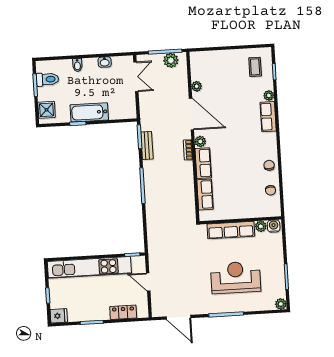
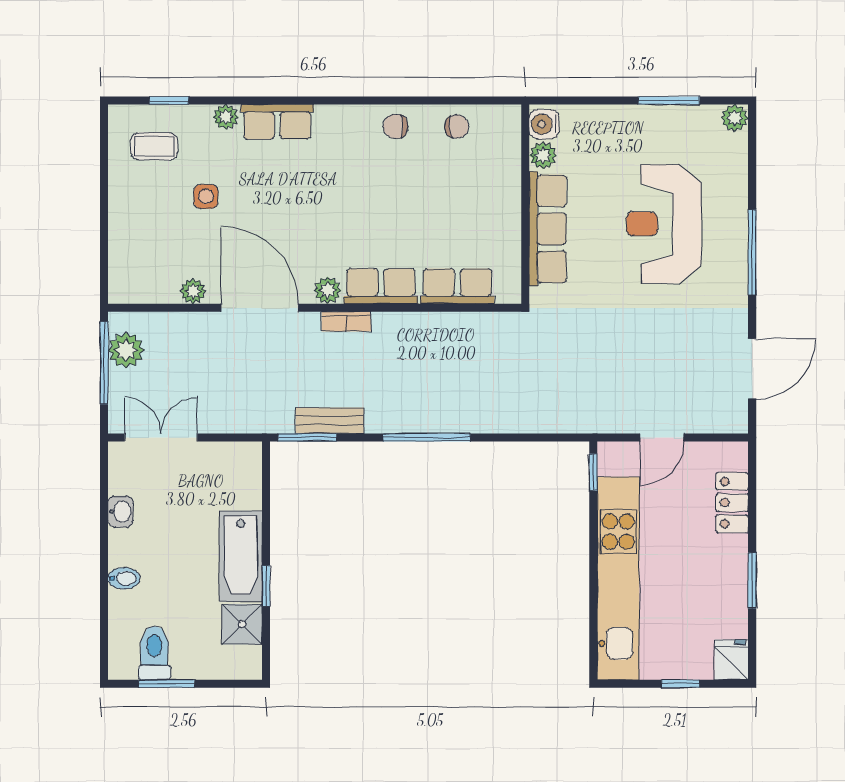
side table: (236, 89) -> (206, 196), added
shower: (47, 110) -> (242, 624), moved
door: (191, 114) -> (260, 308), hinge flipped

